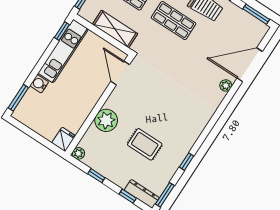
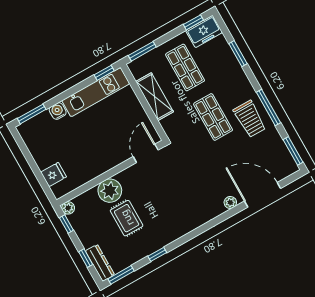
door: (120, 73) -> (146, 153), moved
wall: (99, 105) -> (111, 173), moved
plant: (106, 120) -> (110, 191), moved
plant: (78, 153) -> (68, 208), moved

